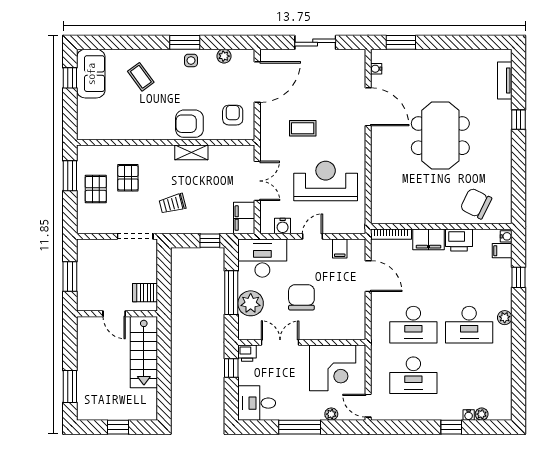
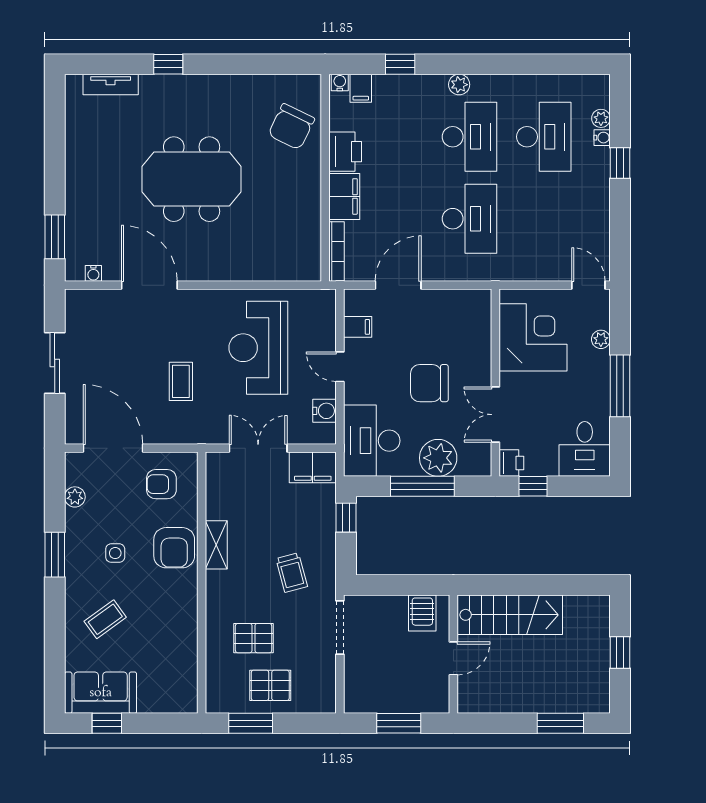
side table: (191, 60) -> (115, 553), moved
door: (368, 107) -> (149, 285), hinge flipped
desk: (413, 375) -> (544, 137), moved
door: (368, 406) -> (588, 285), swing flipped

